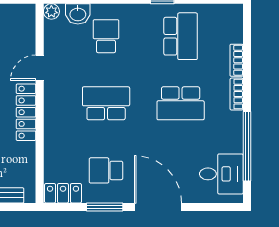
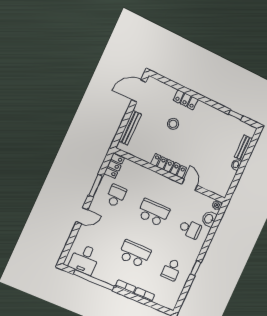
school desk: (181, 36) -> (171, 270), width x0.54
school desk: (106, 103) -> (153, 213), turned -90
school desk: (181, 103) -> (135, 254), turned 90
door: (158, 207) -> (82, 216), width x0.53

